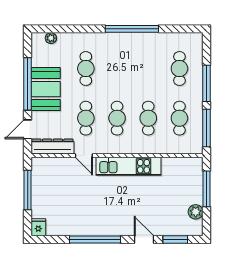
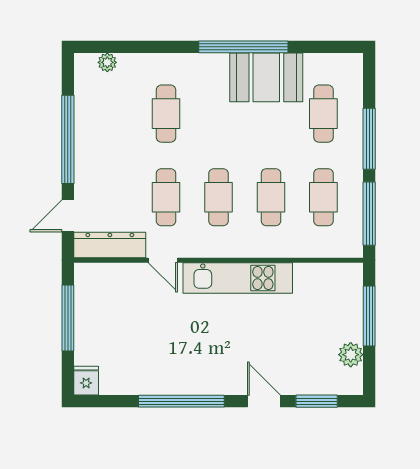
booth: (46, 89) -> (266, 77), moved, turned 90

